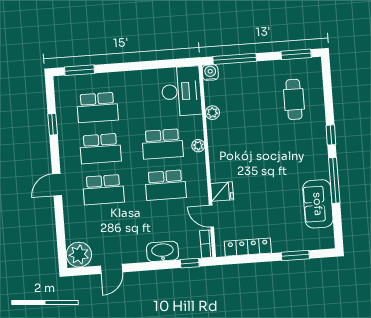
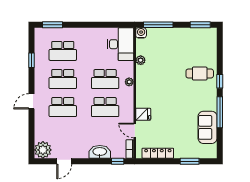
cafe table: (294, 99) -> (200, 74), moved, turned 90

